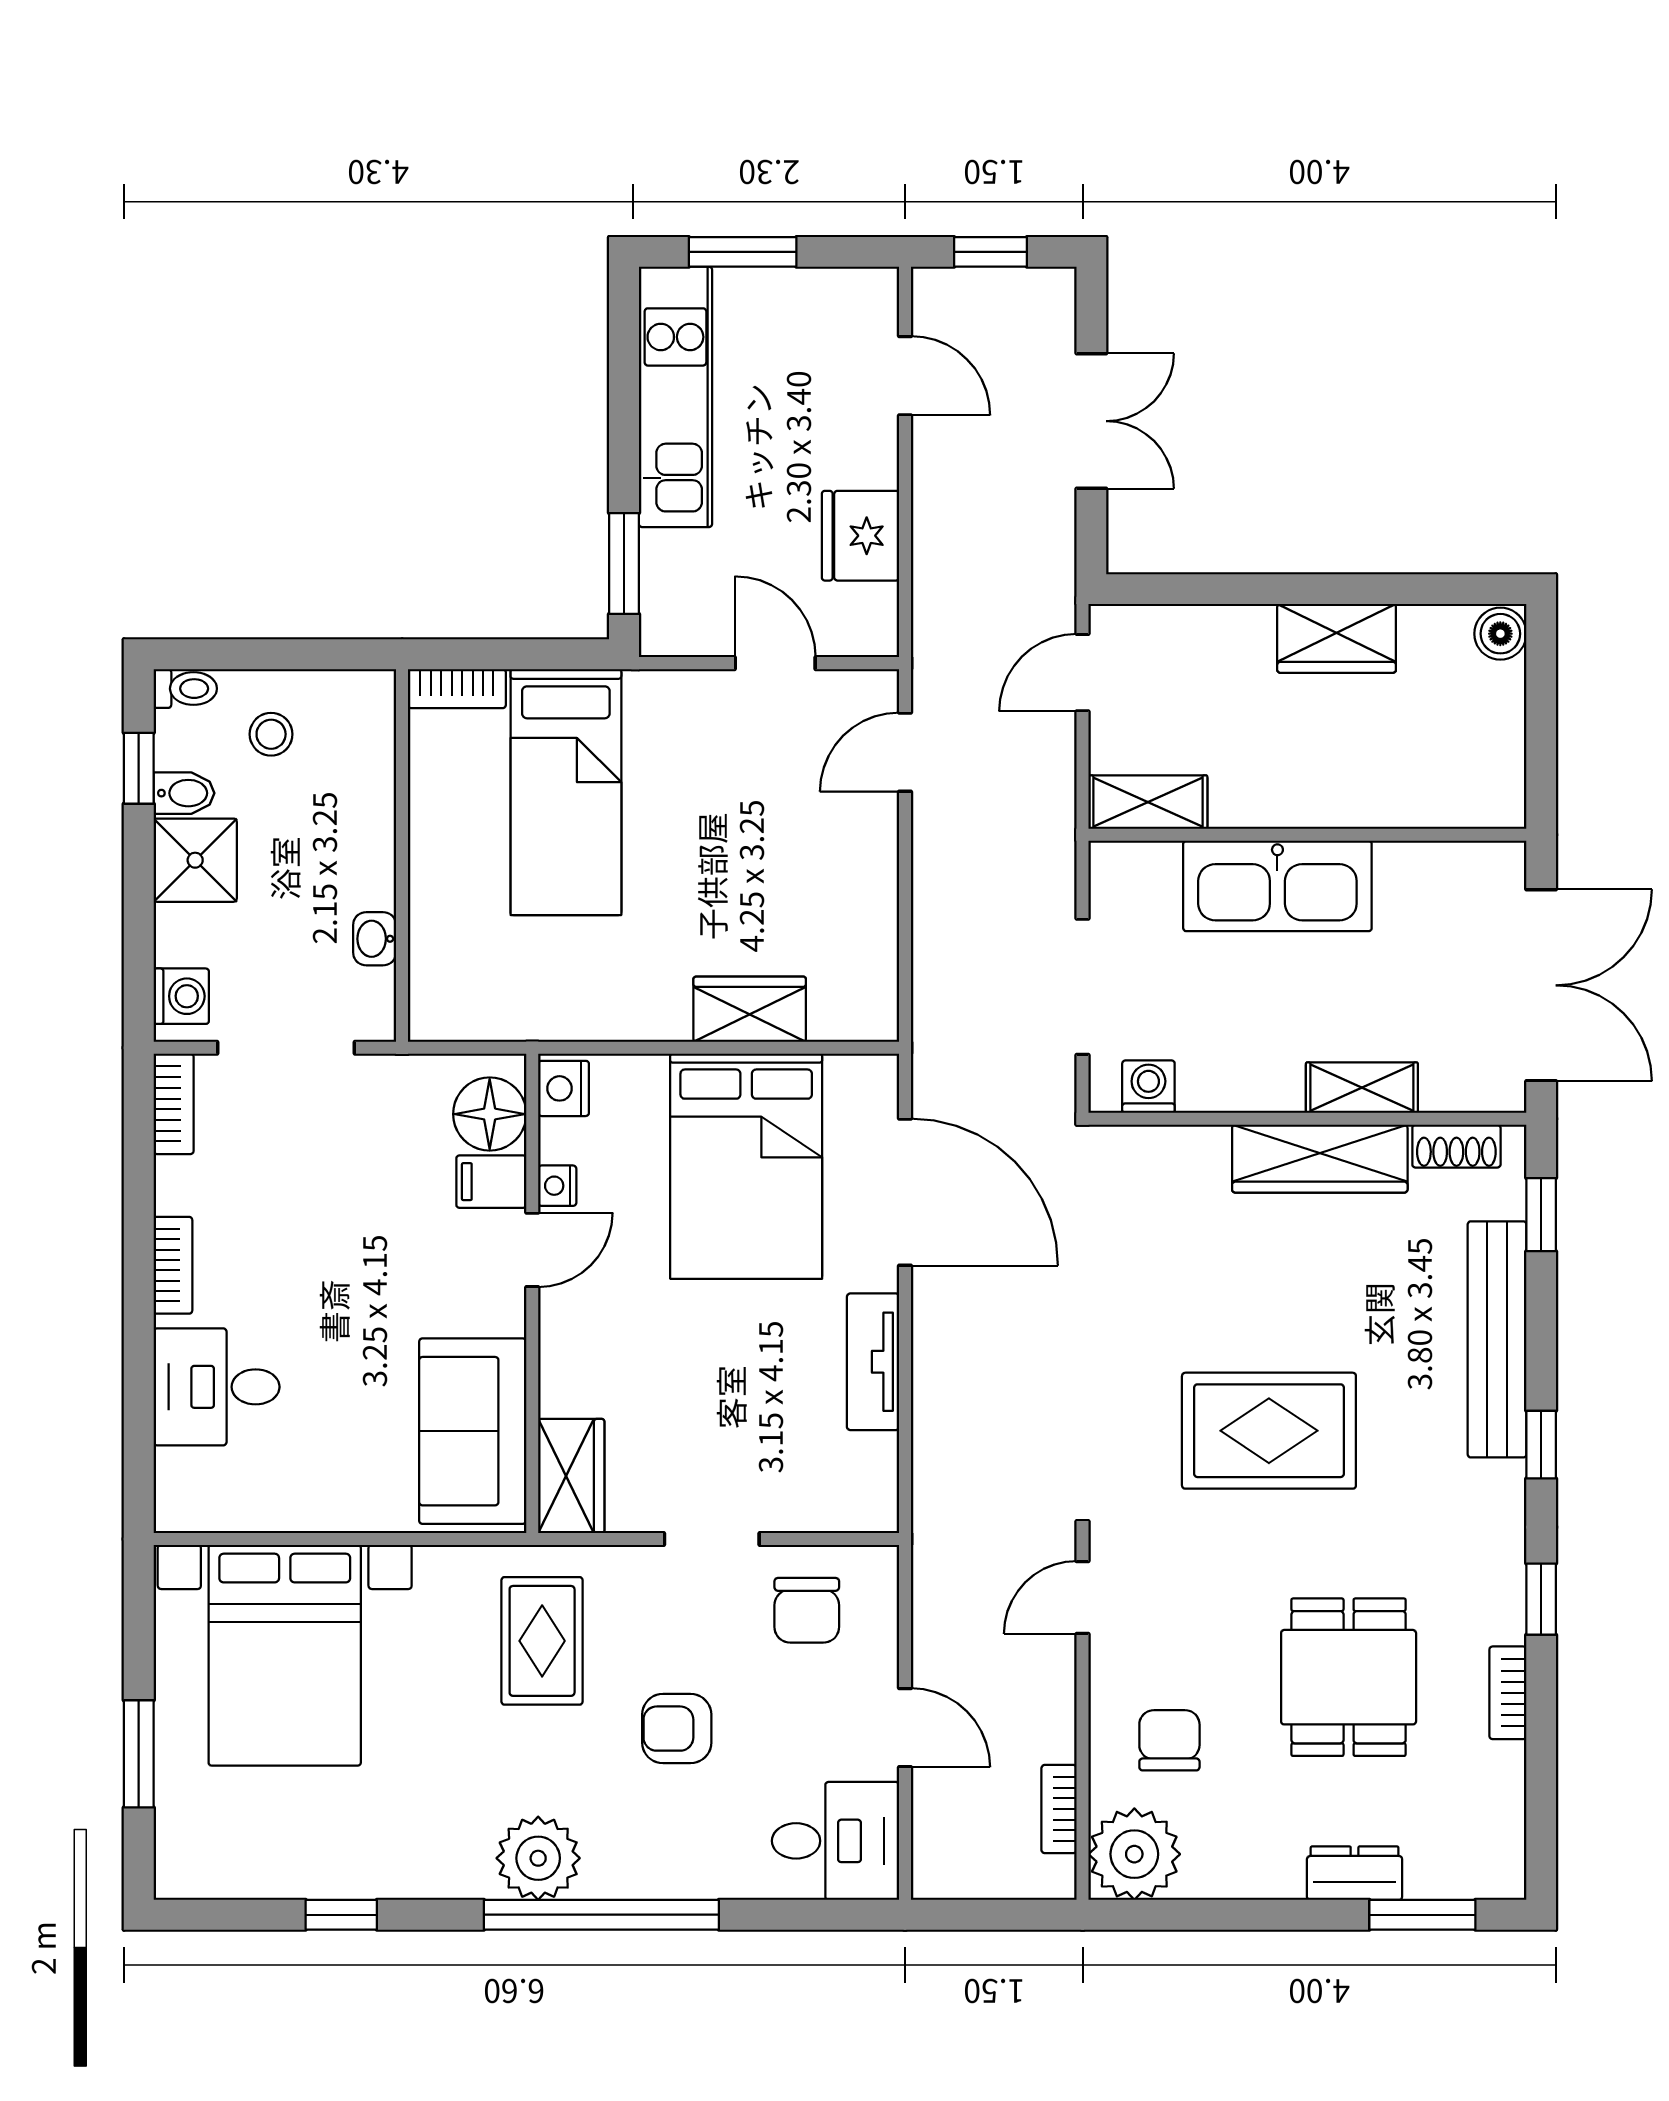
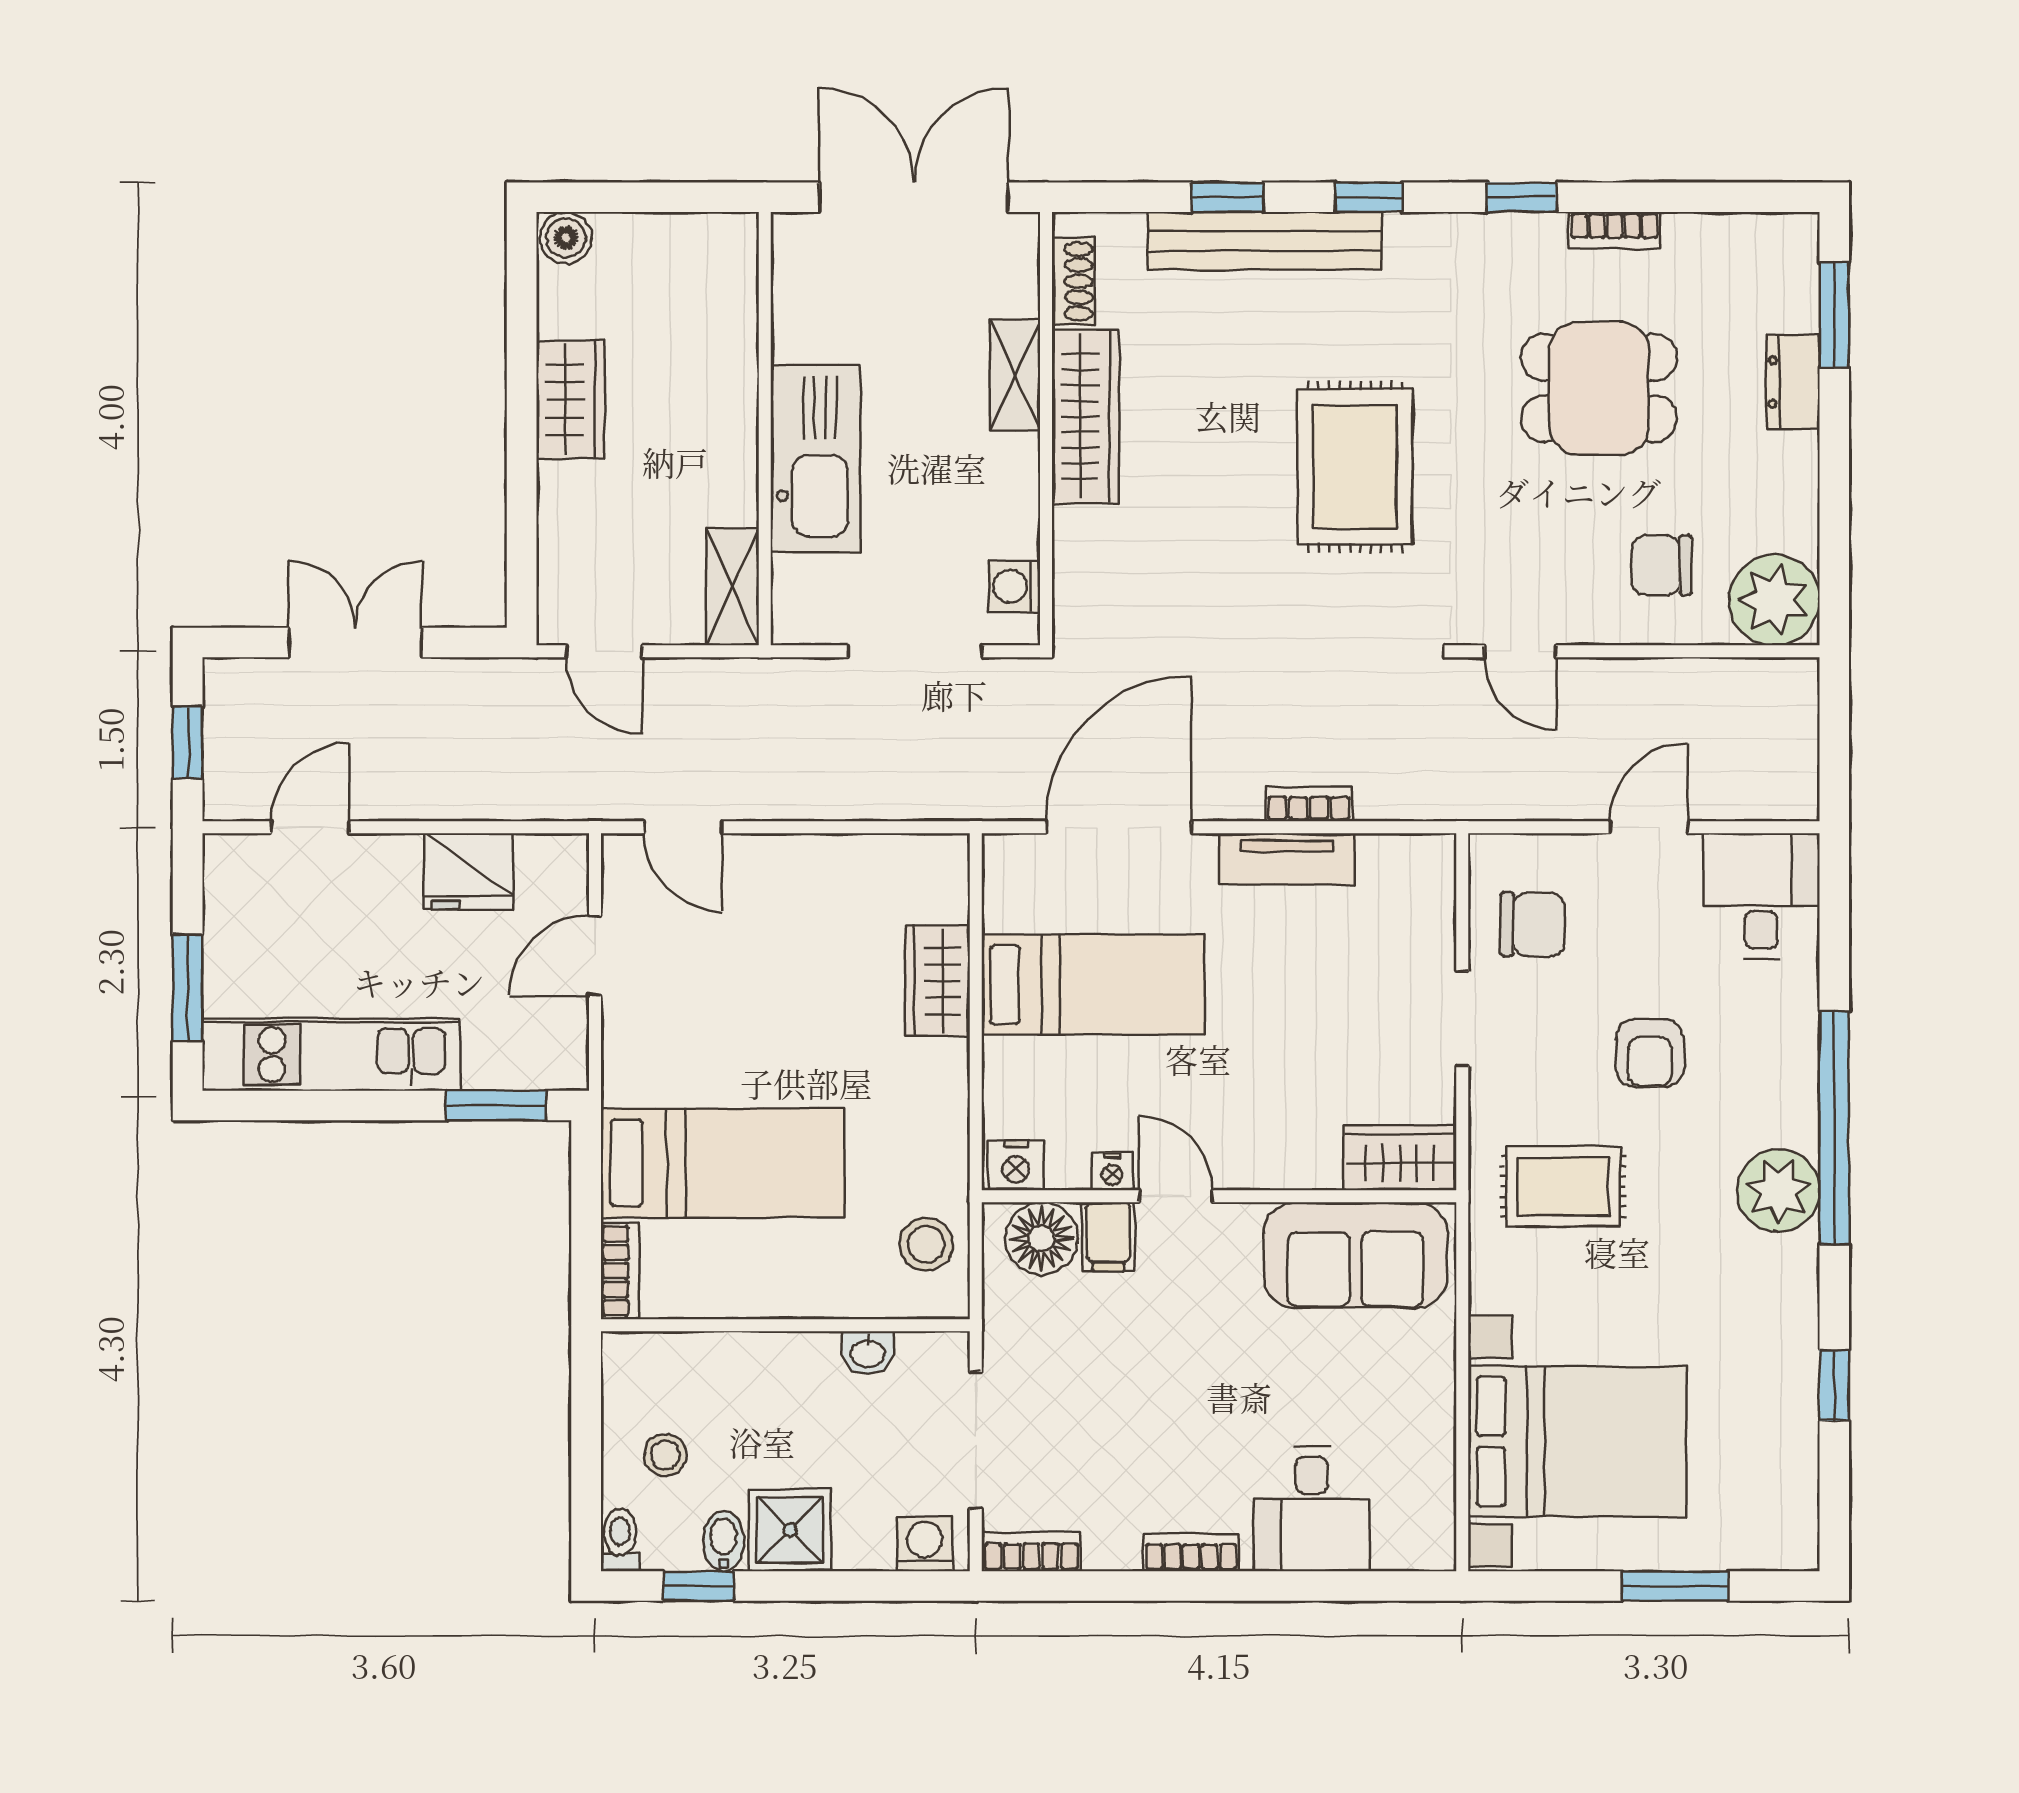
stool: (484, 998) -> (926, 1244), added
bed: (746, 1166) -> (1093, 984), width x0.67
window: (1541, 1215) -> (1228, 197), moved
bookcase: (1059, 1809) -> (1309, 804), moved, turned 180

